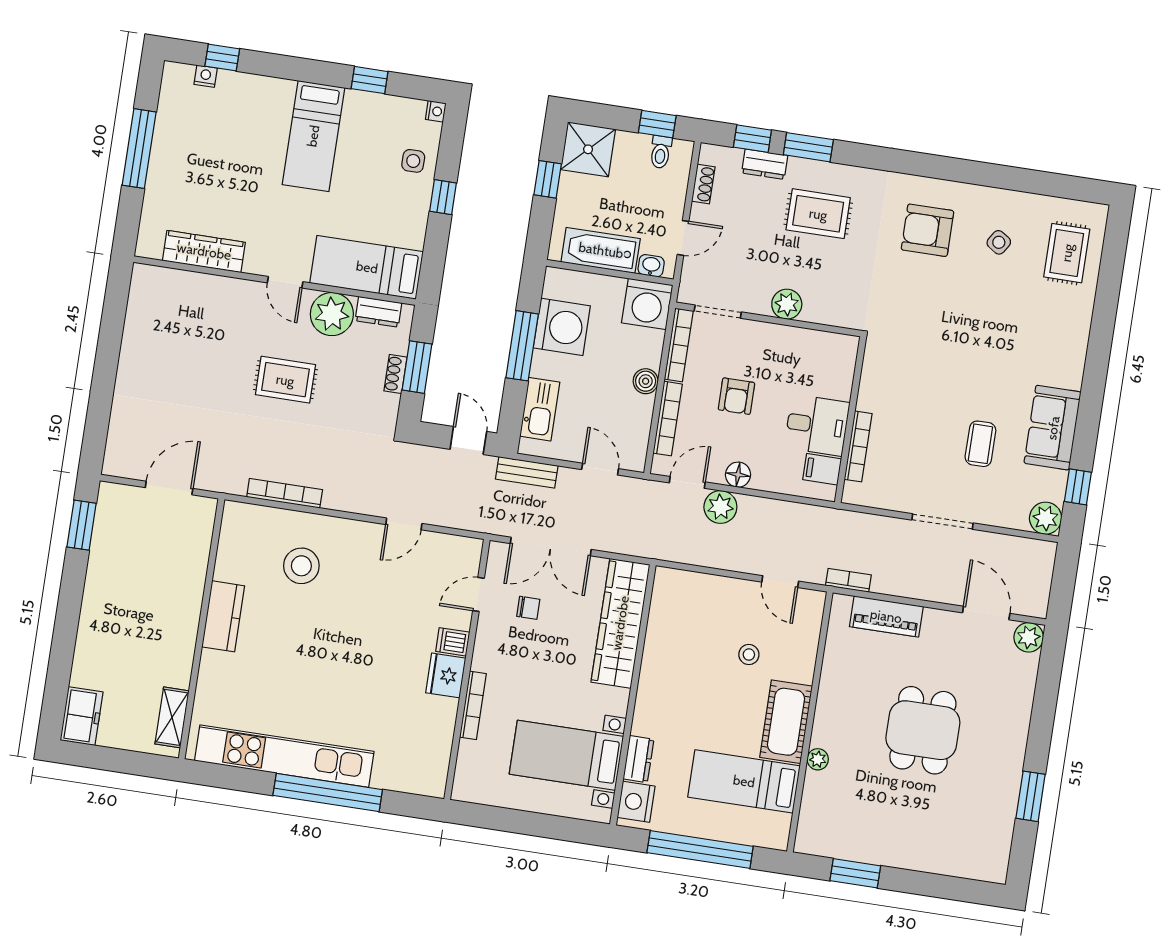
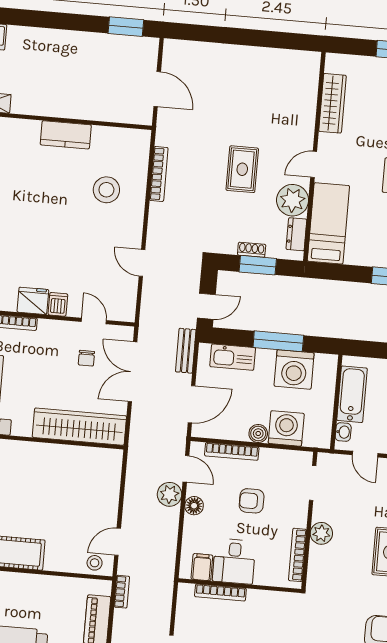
washing machine: (647, 304) -> (286, 428), moved, turned 90
bookcase: (679, 345) -> (298, 555), moved, turned 90
door: (600, 469) -> (192, 404), width x1.38
stool: (749, 655) -> (95, 563), moved

